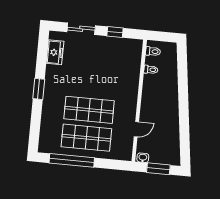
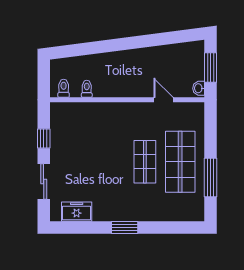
shop shelf: (89, 110) -> (145, 162), width x0.70, depth x0.74
window: (72, 160) -> (211, 177), width x0.68

